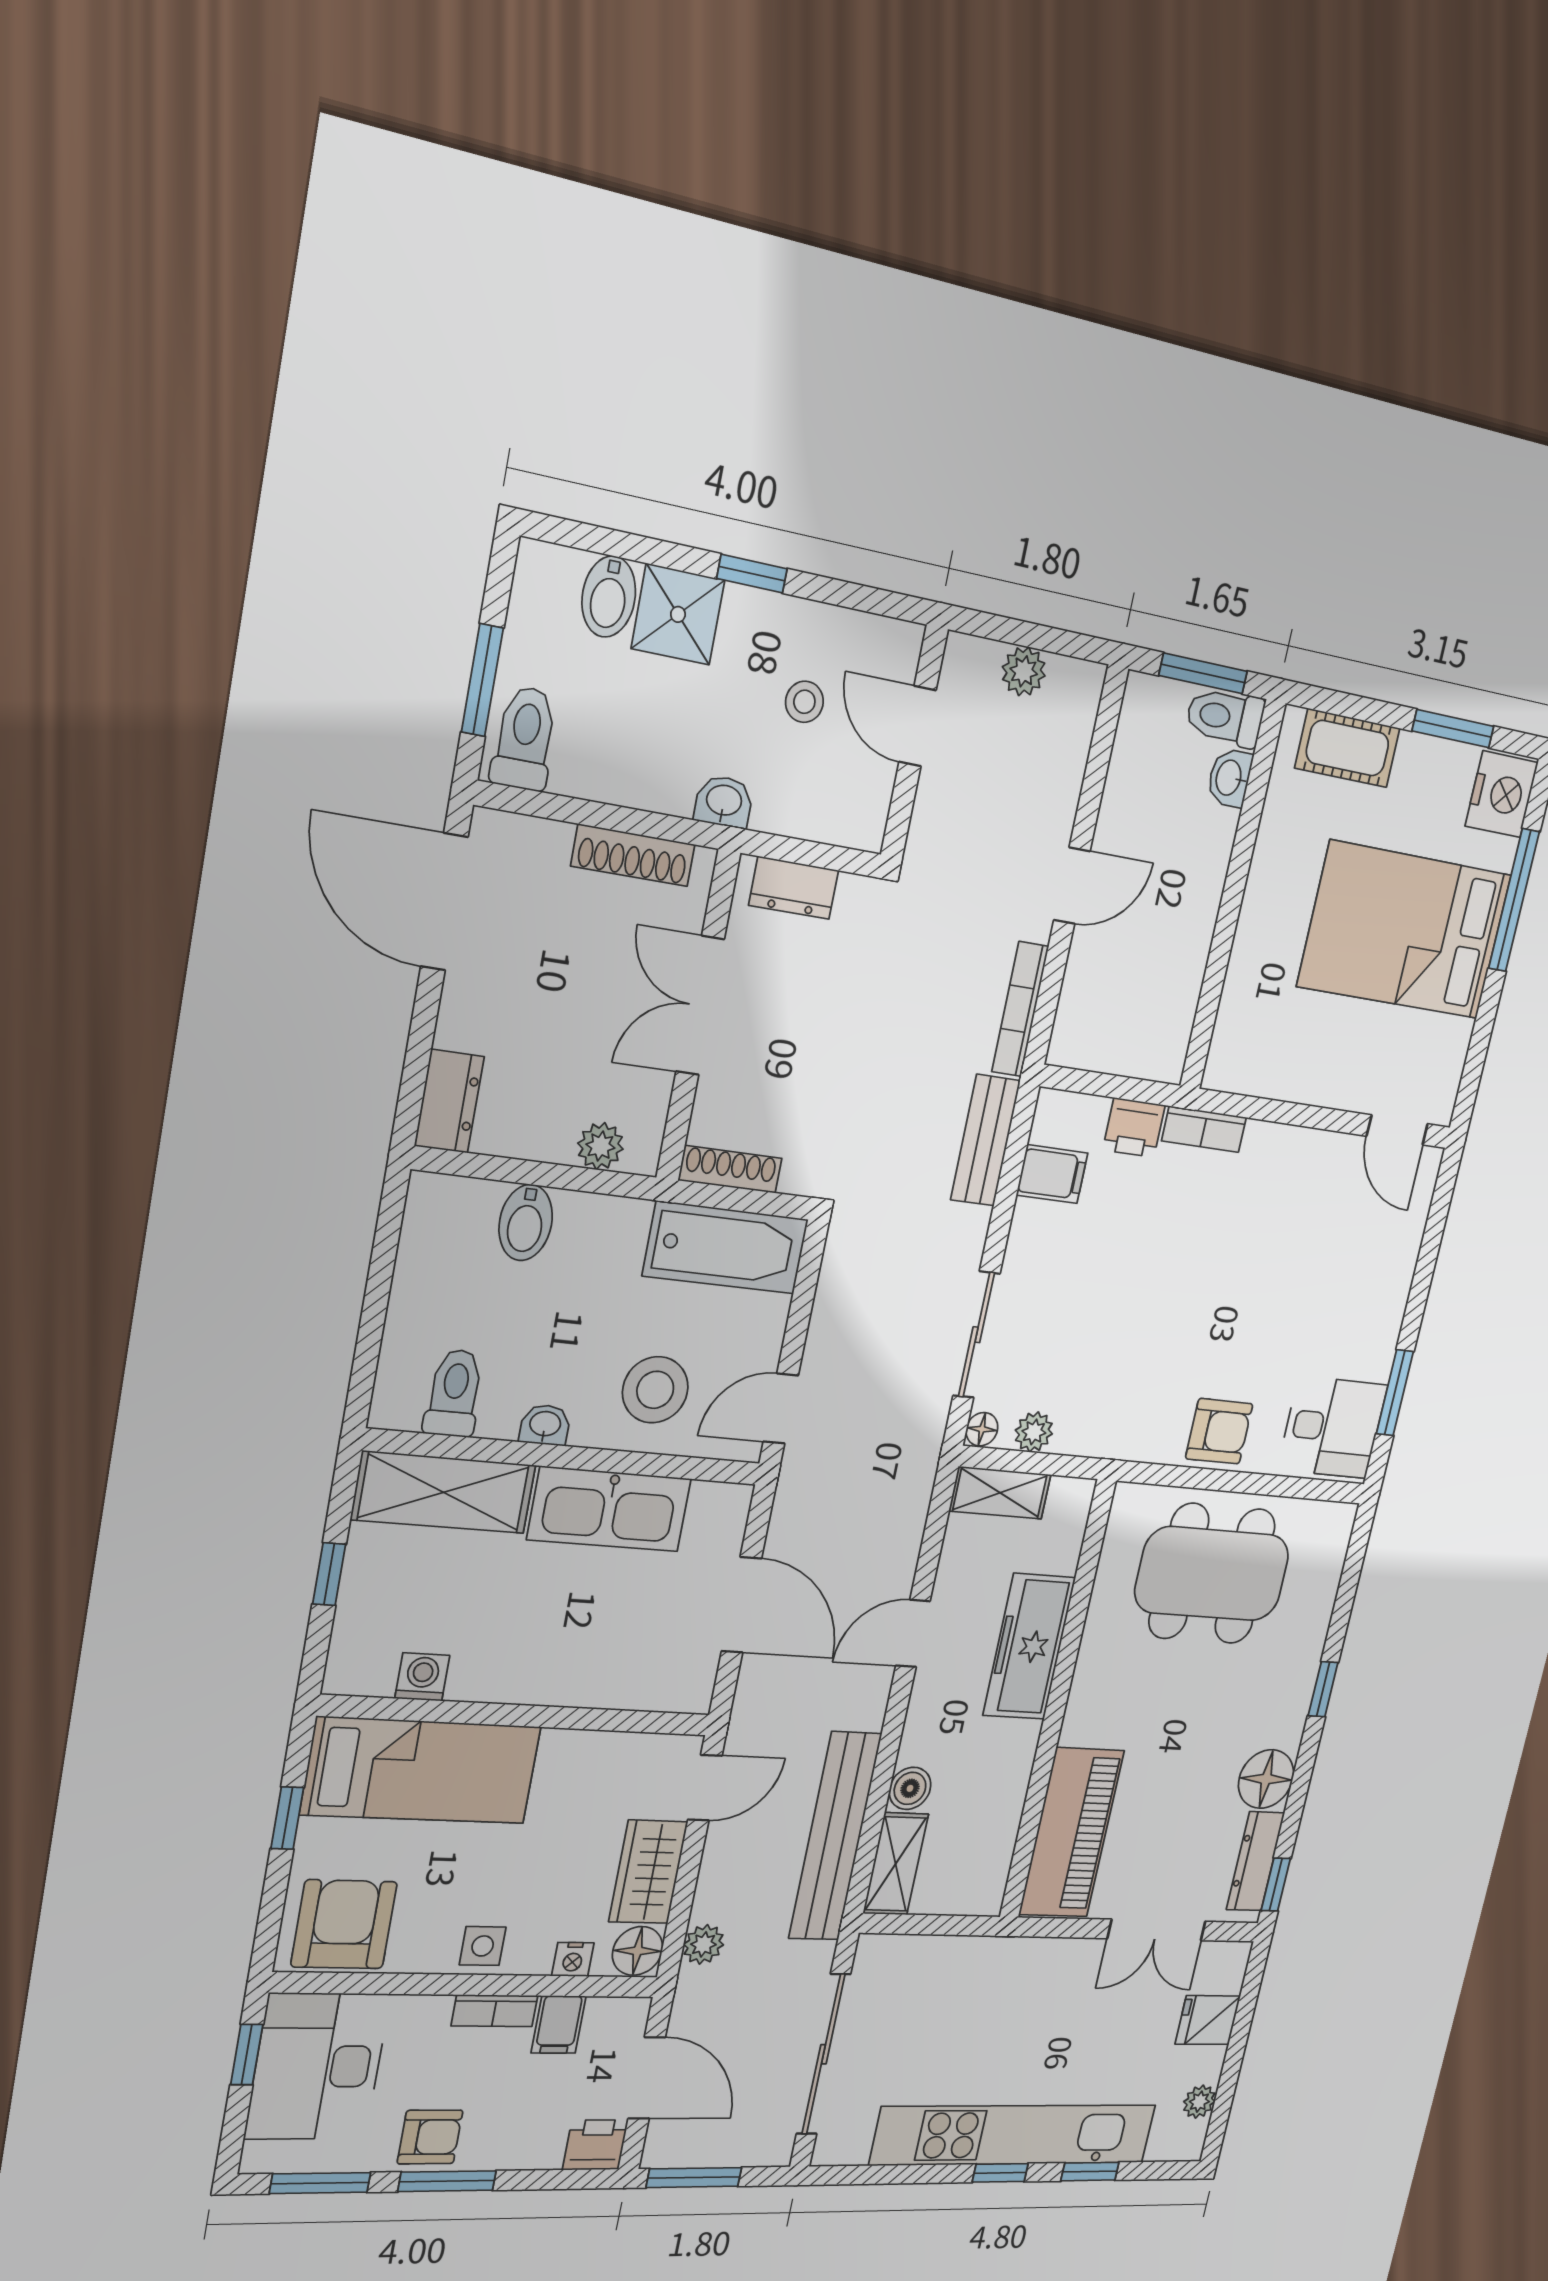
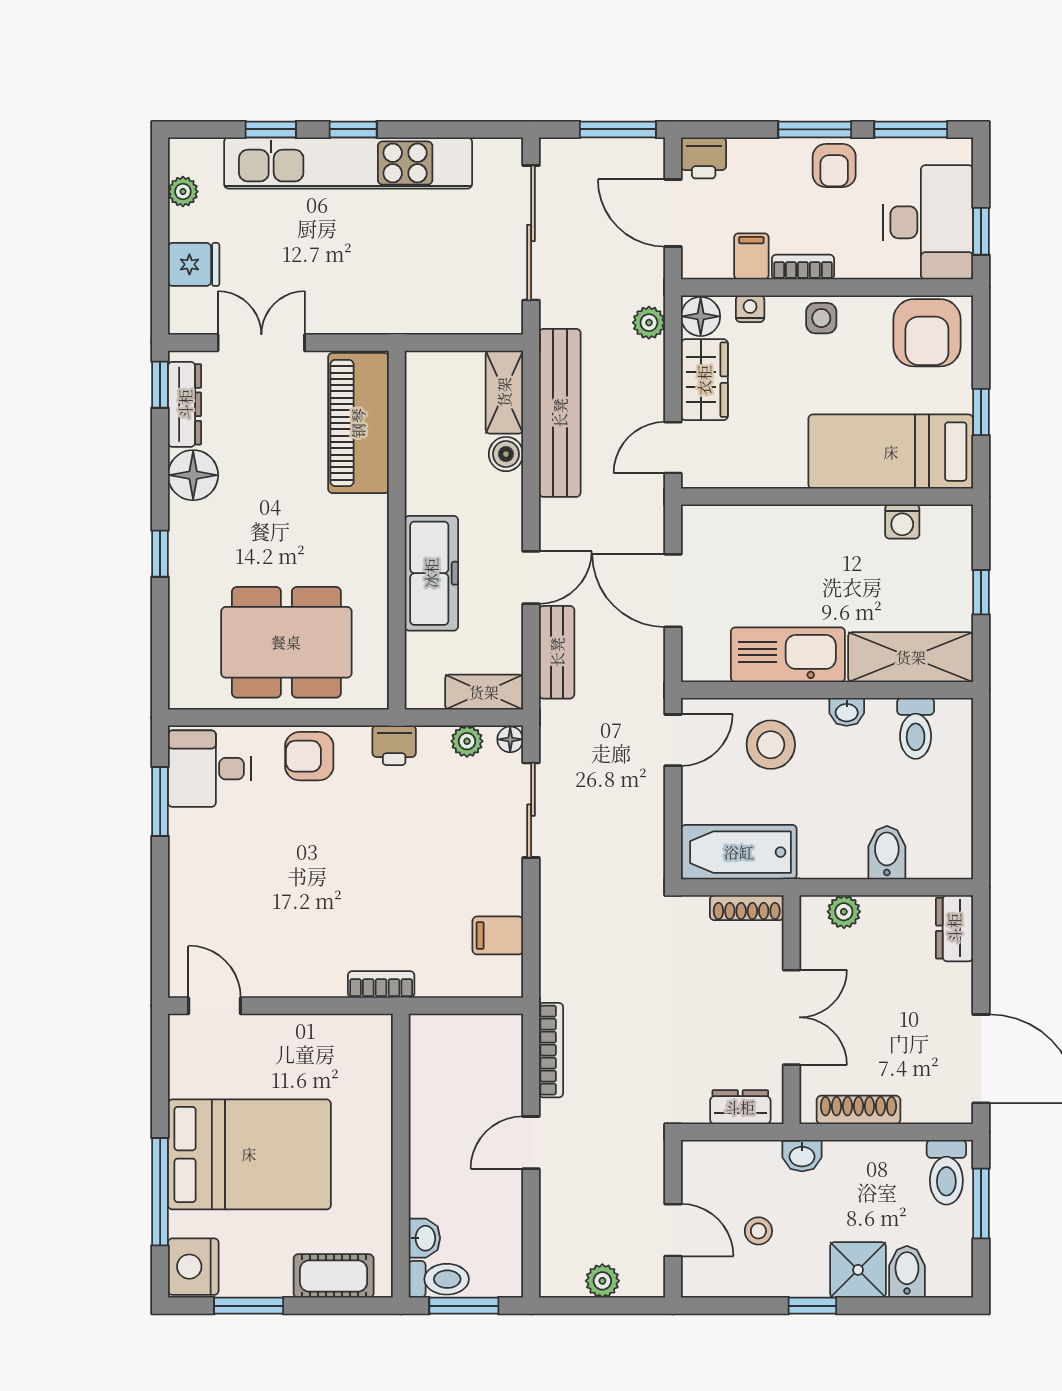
printer: (1134, 1128) -> (394, 745), moved, turned 180
bench: (985, 1140) -> (557, 652), moved
armchair: (430, 2137) -> (834, 166), turned -90

